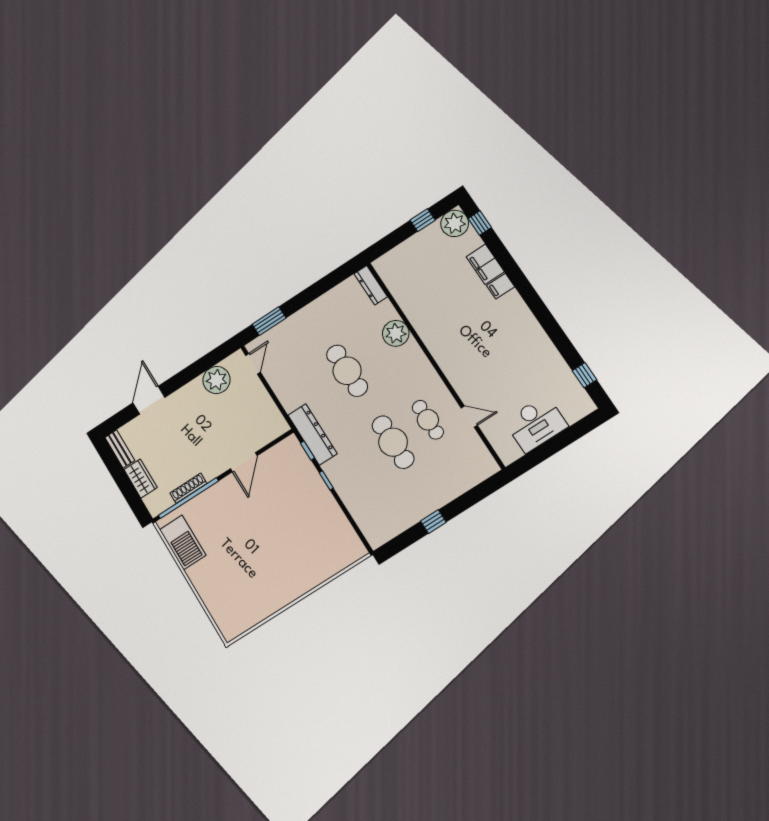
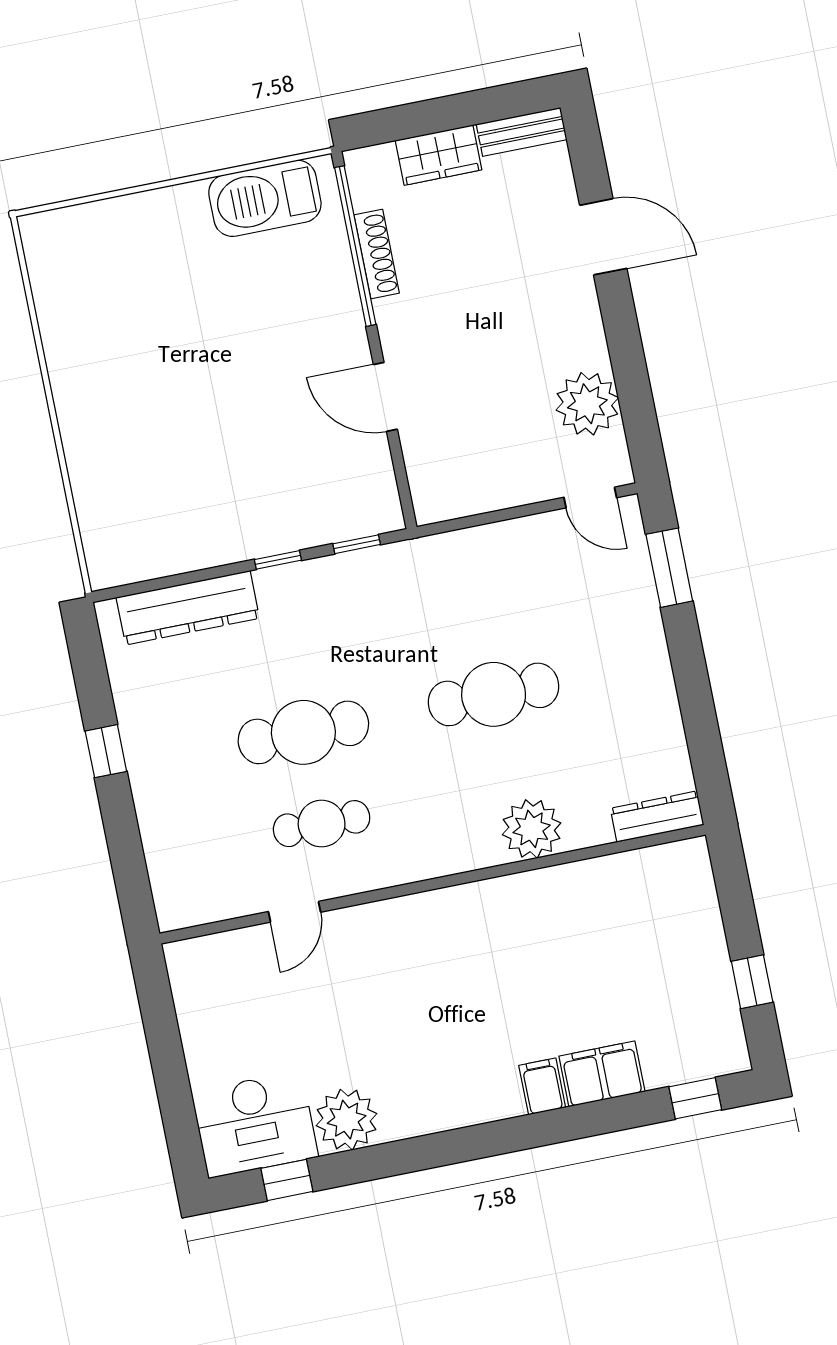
plant: (455, 223) -> (347, 1120), moved
desk: (536, 424) -> (255, 1124), moved, turned -90
dresser: (312, 434) -> (188, 608), moved

